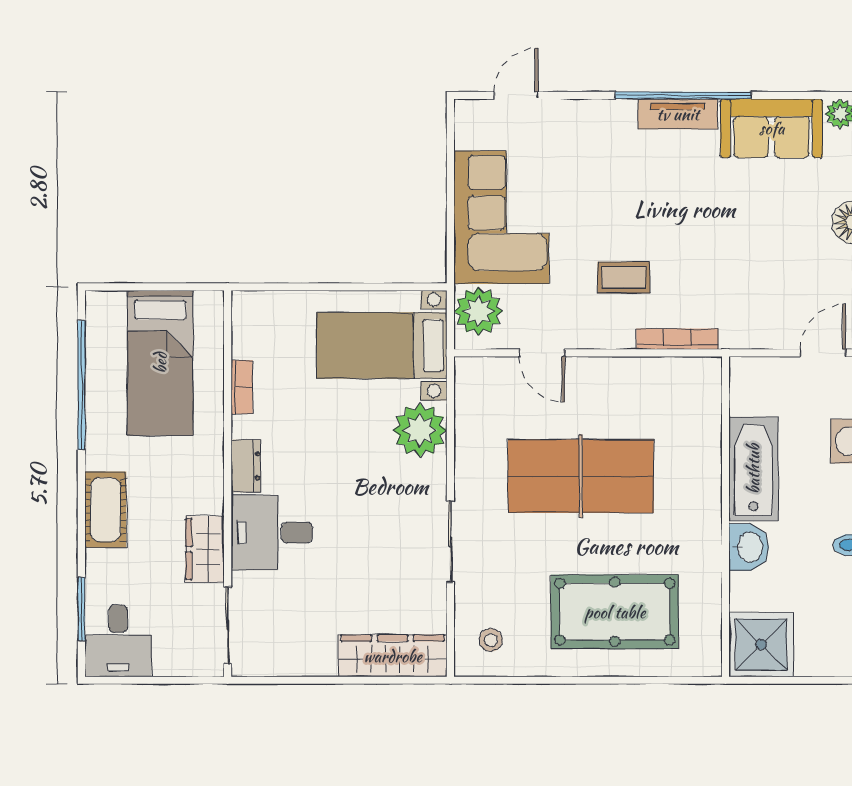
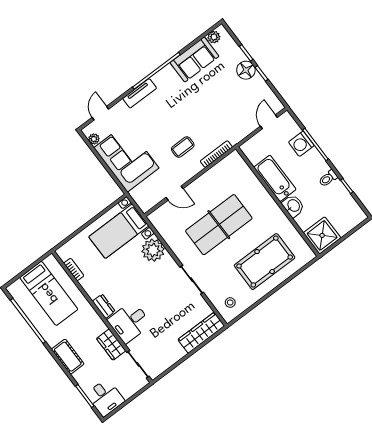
tv unit: (678, 114) -> (140, 93), moved
plant: (478, 311) -> (94, 139), moved, width x0.53, depth x0.53
bookcase: (242, 387) -> (74, 269), moved

